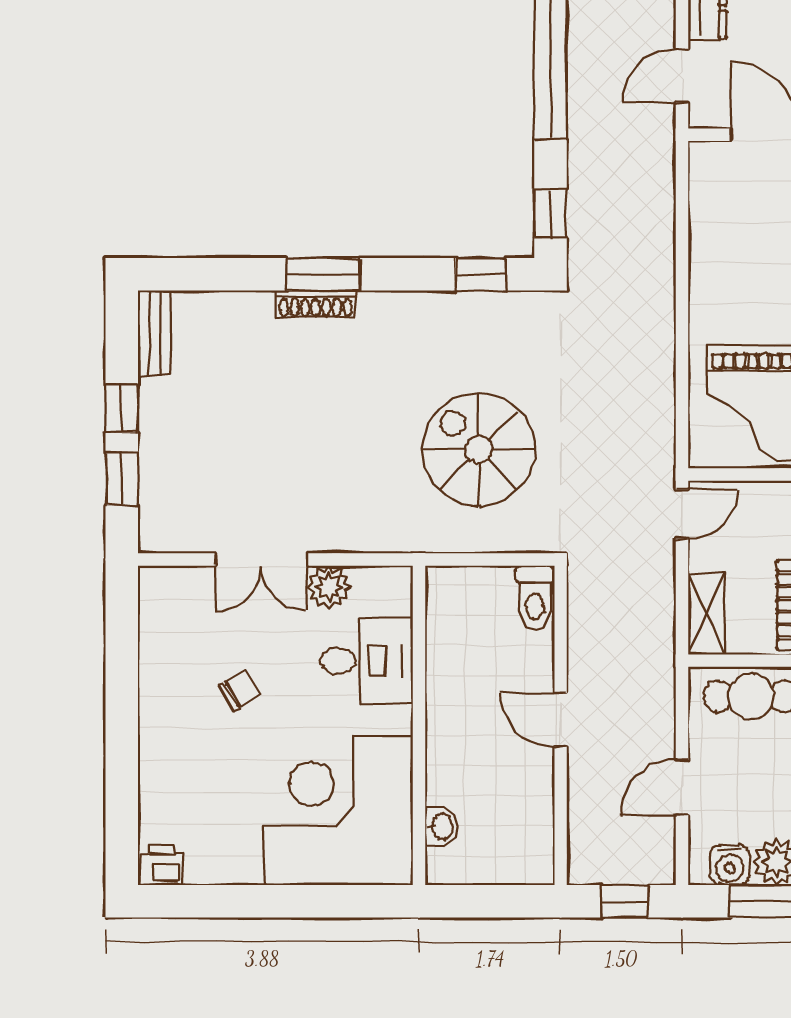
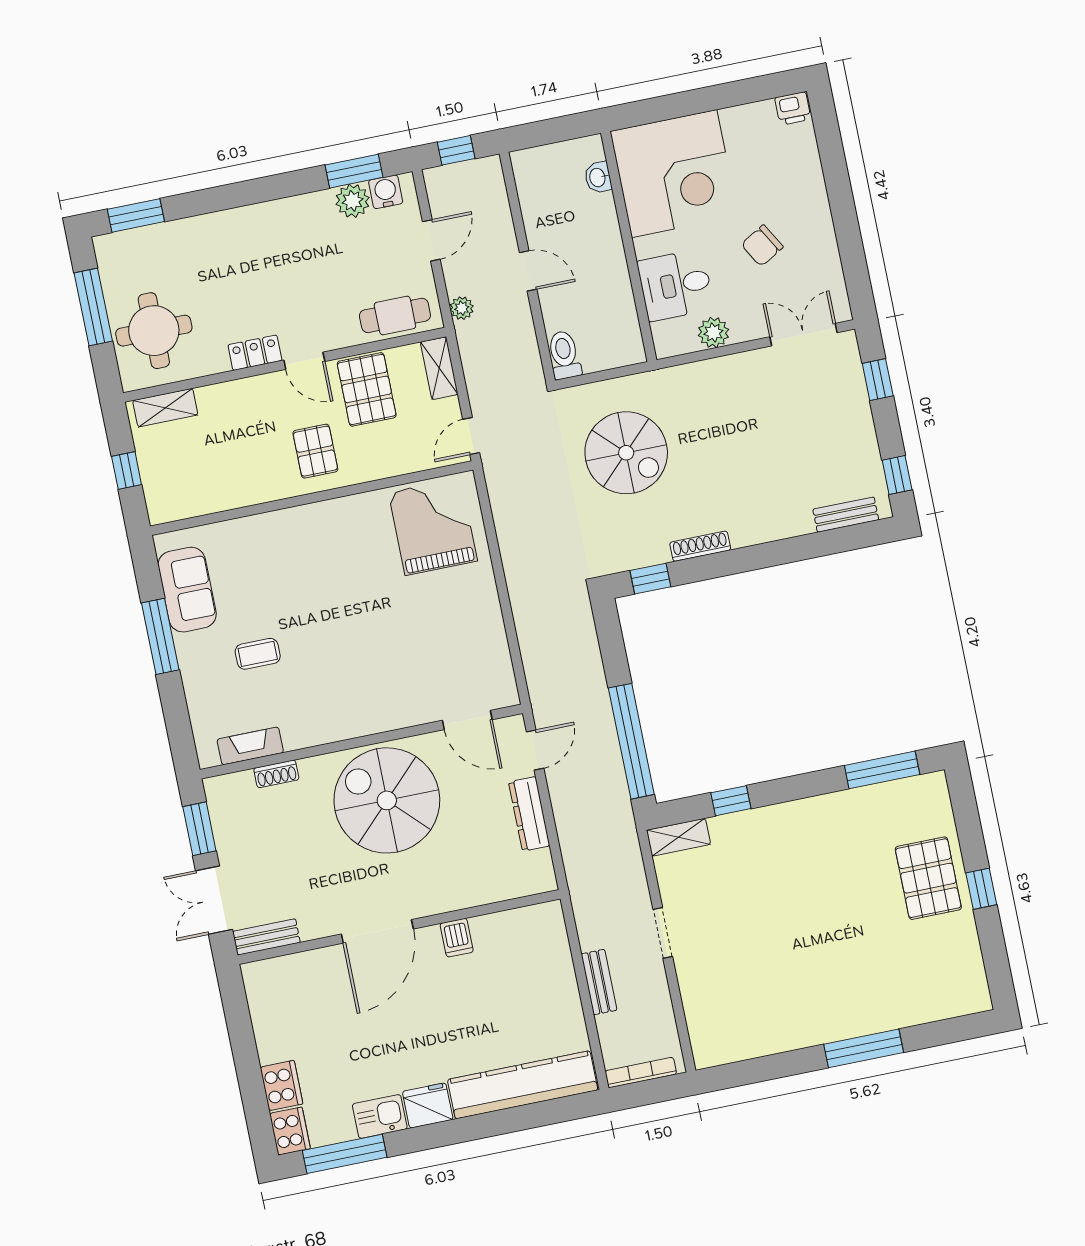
window: (550, 214) -> (609, 632), removed
window: (323, 274) -> (763, 556), removed
shoe rack: (316, 304) -> (700, 546), moved
bench: (154, 333) -> (846, 515), moved, turned 90
window: (122, 408) -> (897, 475), moved
double door: (261, 559) -> (804, 335), moved
plant: (660, 688) -> (462, 308), added
chair: (240, 690) -> (762, 246), width x1.37, depth x1.37

